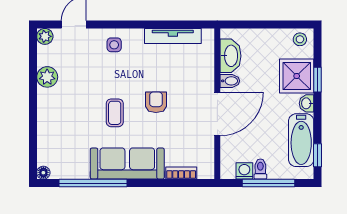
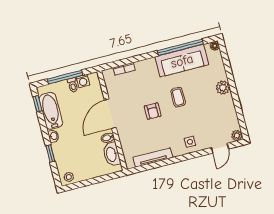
shower: (297, 76) -> (65, 152), removed
plant: (47, 77) -> (223, 88), moved
sofa: (127, 164) -> (182, 61), moved

